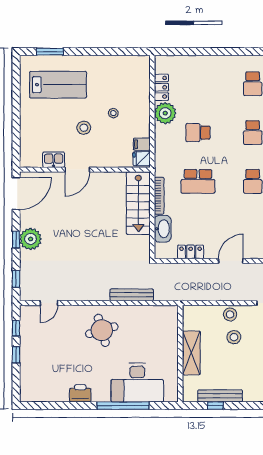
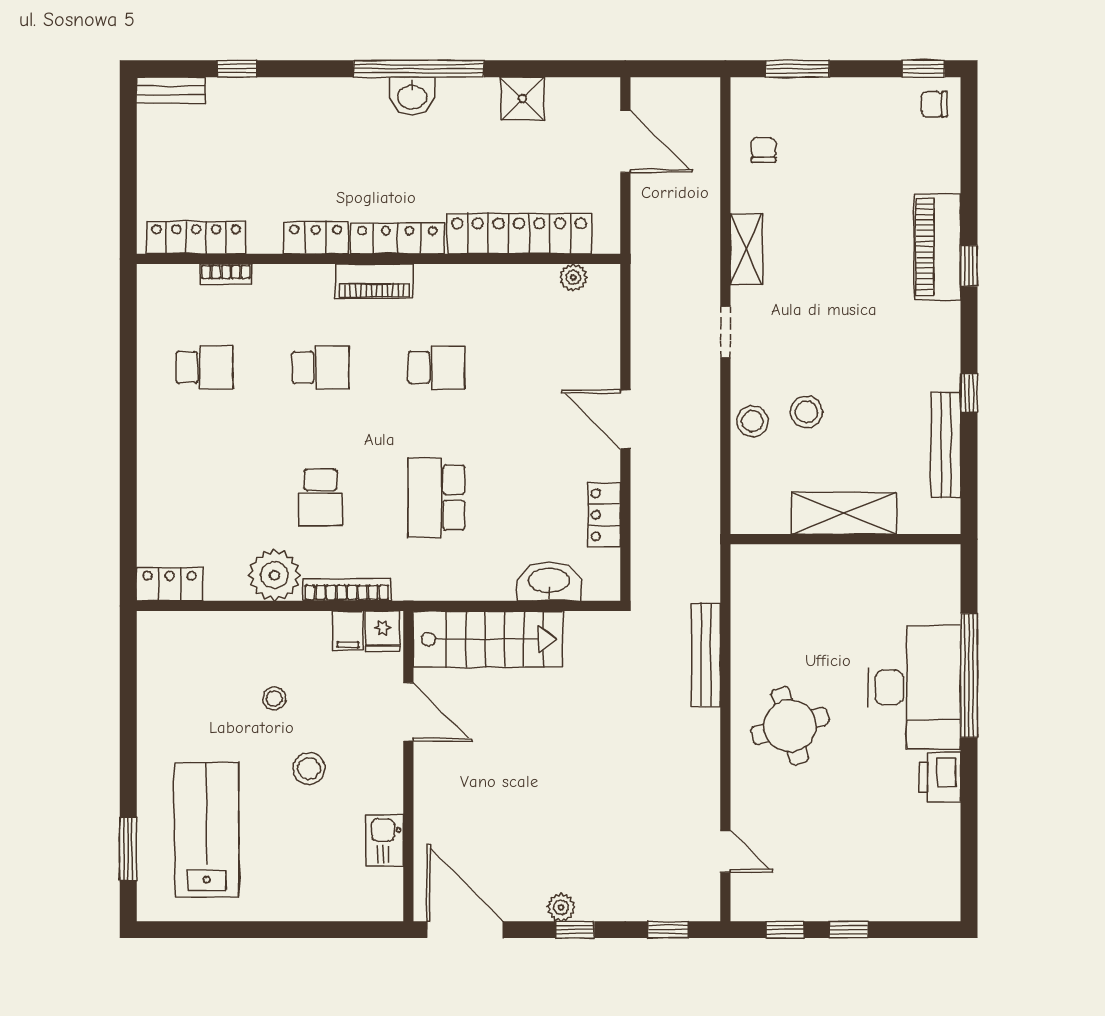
locker: (161, 87) -> (170, 584), moved
door: (77, 170) -> (408, 712), moved
school desk: (198, 181) -> (436, 497), turned 180
bookcase: (159, 196) -> (347, 590), moved
plant: (30, 239) -> (561, 907), width x0.53, depth x0.53
desk: (137, 383) -> (914, 687), moved
window: (215, 406) -> (969, 393), moved

